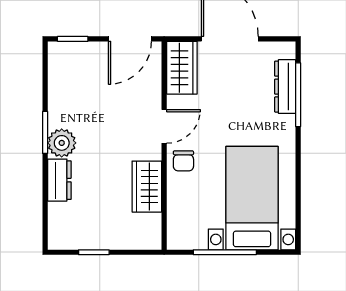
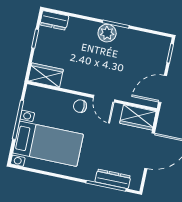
door: (130, 39) -> (163, 89), hinge flipped
dresser: (59, 180) -> (54, 20), moved
wardrobe: (147, 187) -> (46, 75), moved

